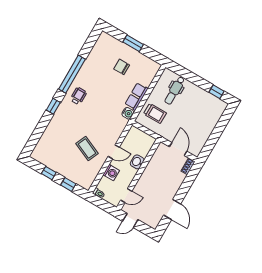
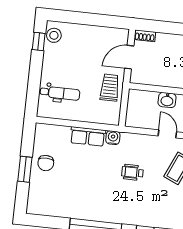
chair: (122, 67) -> (46, 163), moved
wheelchair: (78, 96) -> (132, 172), moved
stool: (216, 104) -> (54, 35), added
trolley: (155, 113) -> (110, 88), moved

